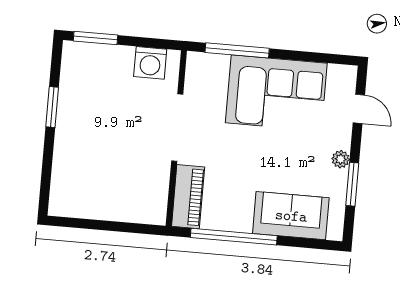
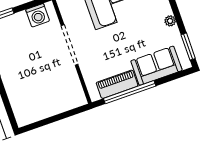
window: (352, 184) -> (188, 47), moved
piano: (188, 197) -> (117, 84), moved, turned -90

